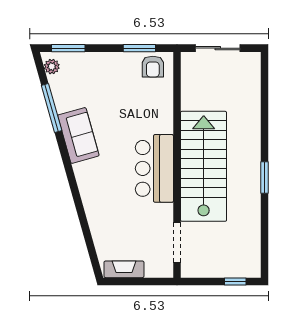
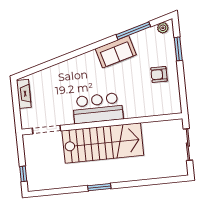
window: (68, 48) -> (178, 49), moved
window: (139, 48) -> (182, 89), removed
armchair: (153, 67) -> (159, 74), moved

